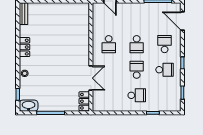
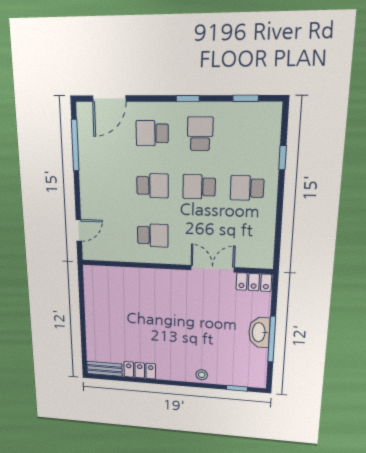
locker: (24, 47) -> (140, 370), moved
school desk: (137, 95) -> (247, 188), turned -90
washbasin: (29, 106) -> (259, 332), moved

